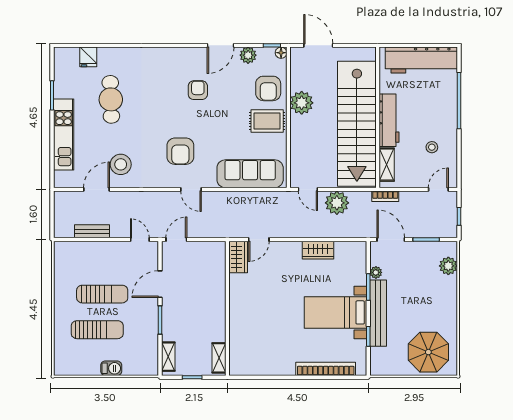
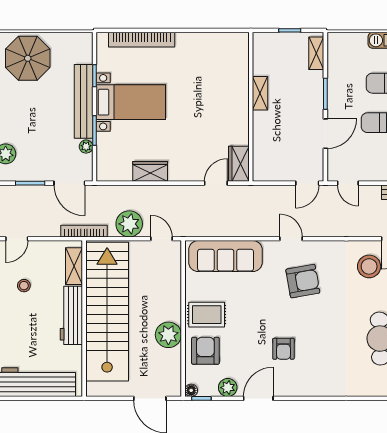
armchair: (180, 151) -> (303, 281), turned 80
bookcase: (385, 196) -> (84, 231), width x1.56
shelving: (219, 358) -> (260, 93), moved

